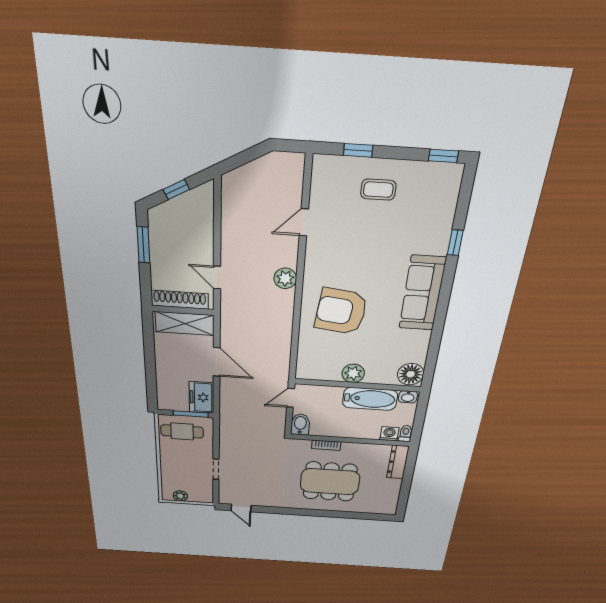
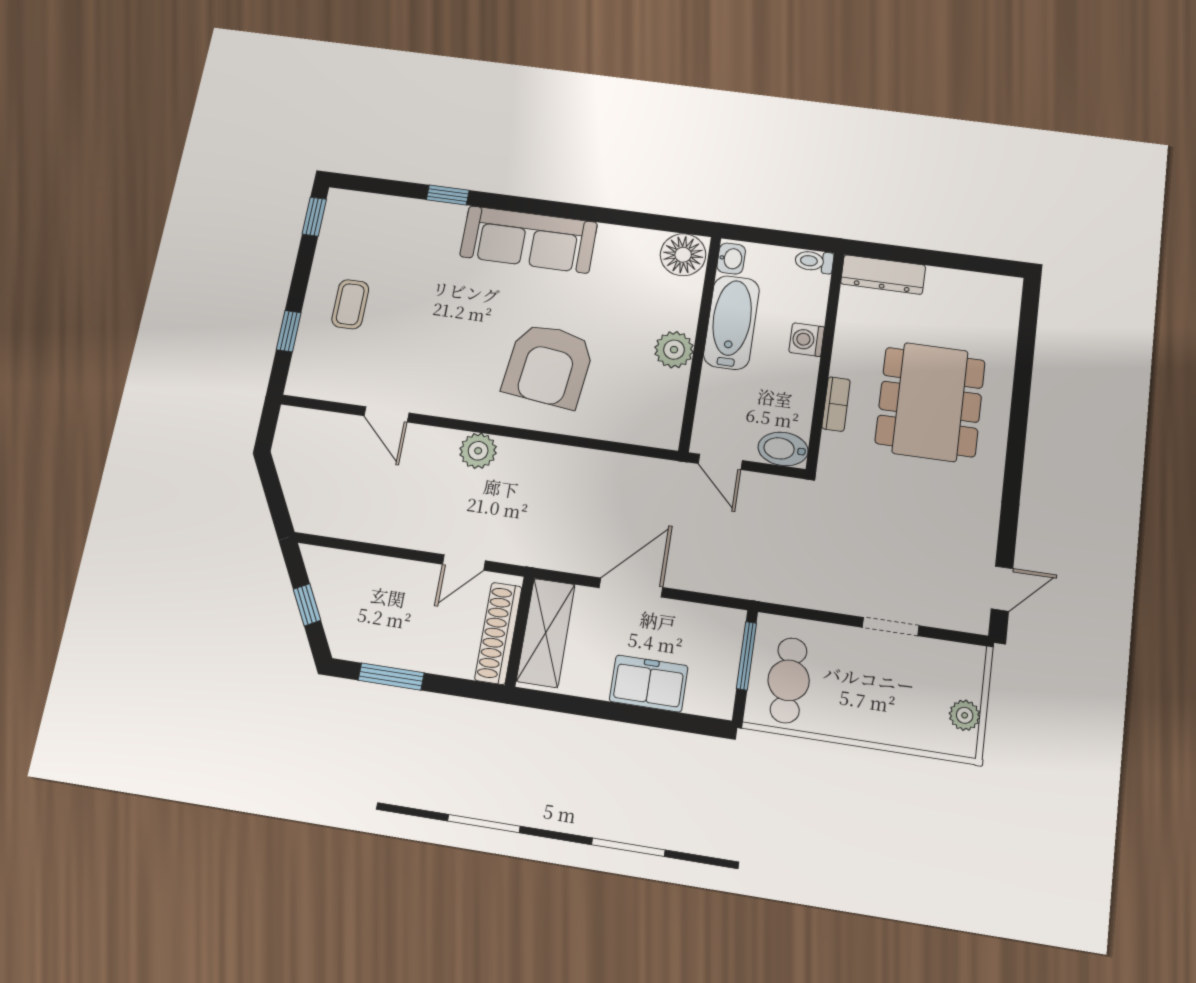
freezer: (201, 397) -> (649, 684), moved, turned 180
washing machine: (389, 434) -> (807, 340), moved

